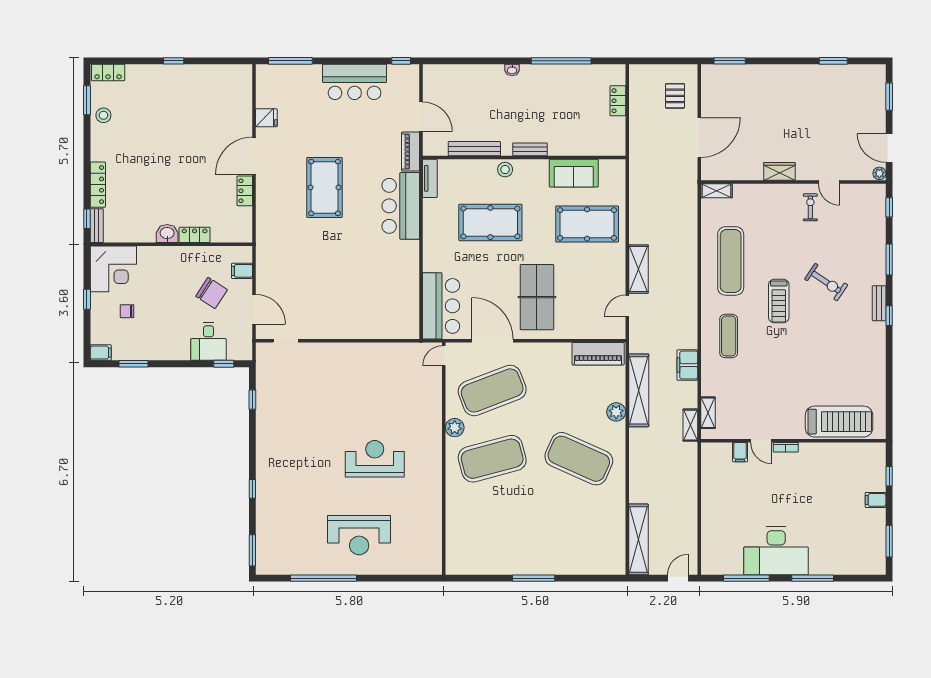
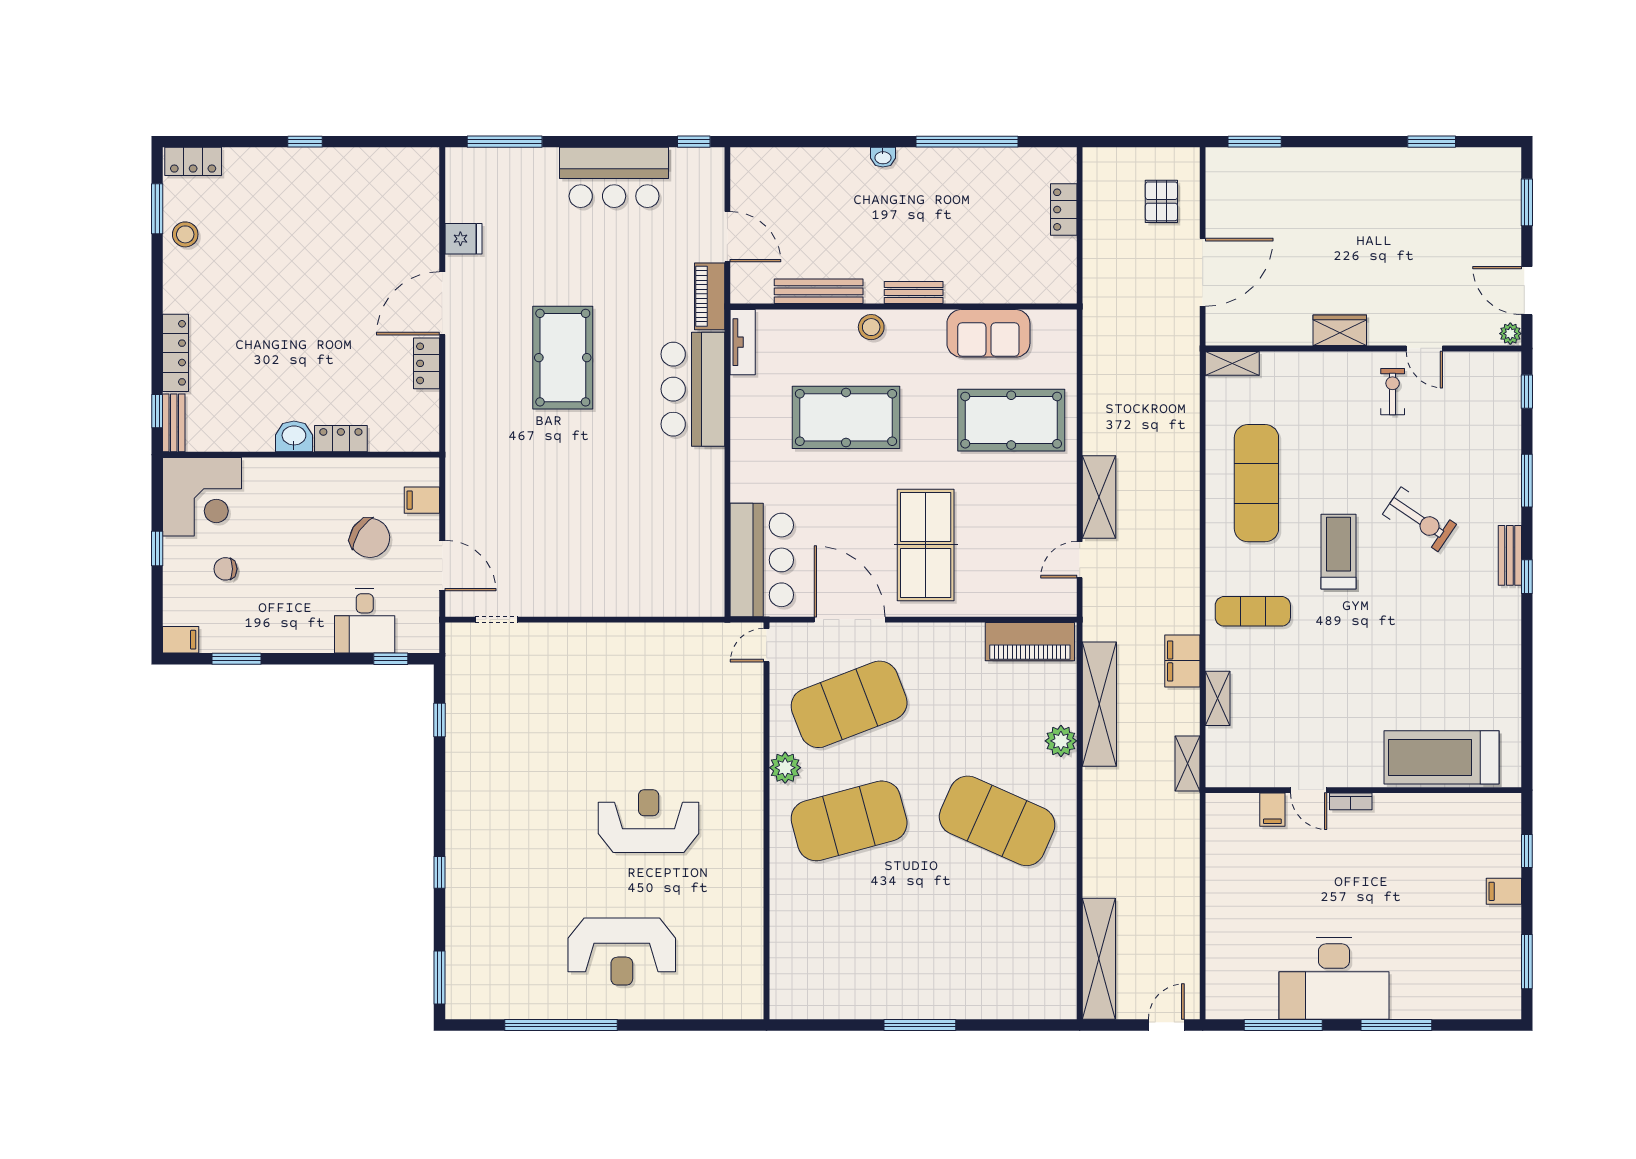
treadmill: (779, 301) -> (1339, 552), turned 180
exercise mat: (729, 336) -> (1253, 611), turned 90
shelving: (708, 413) -> (1218, 698), moved
treadmill: (839, 422) -> (1441, 757), turned 180

